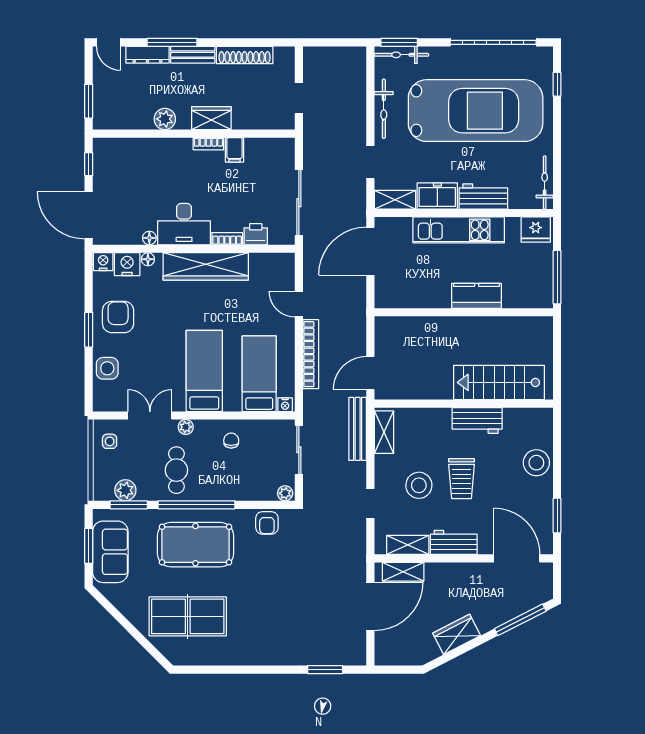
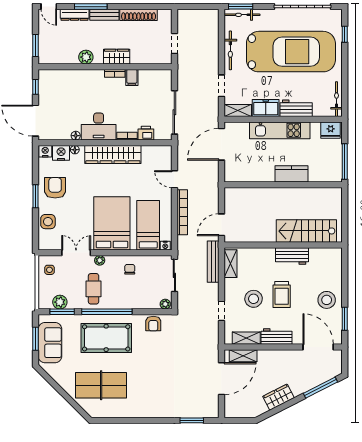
bed: (204, 371) -> (112, 223), width x1.50
stool: (536, 463) -> (327, 300), moved

